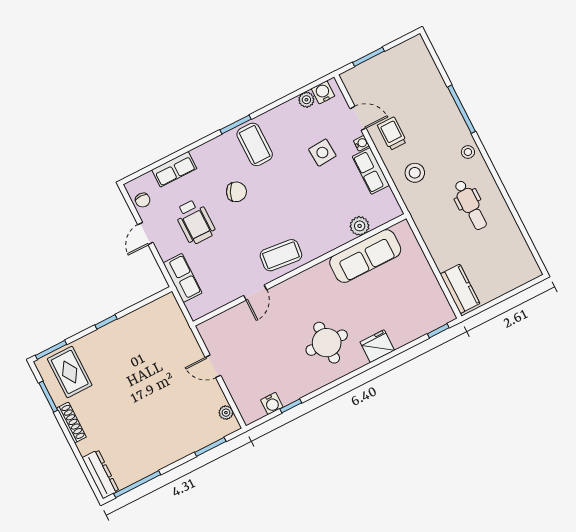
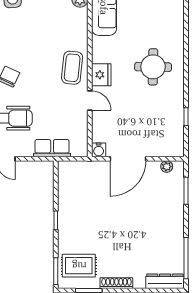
fridge: (377, 346) -> (101, 75), moved, turned 180
door: (213, 366) -> (128, 159), width x1.87
water cooler: (272, 403) -> (99, 150), moved, turned 90

